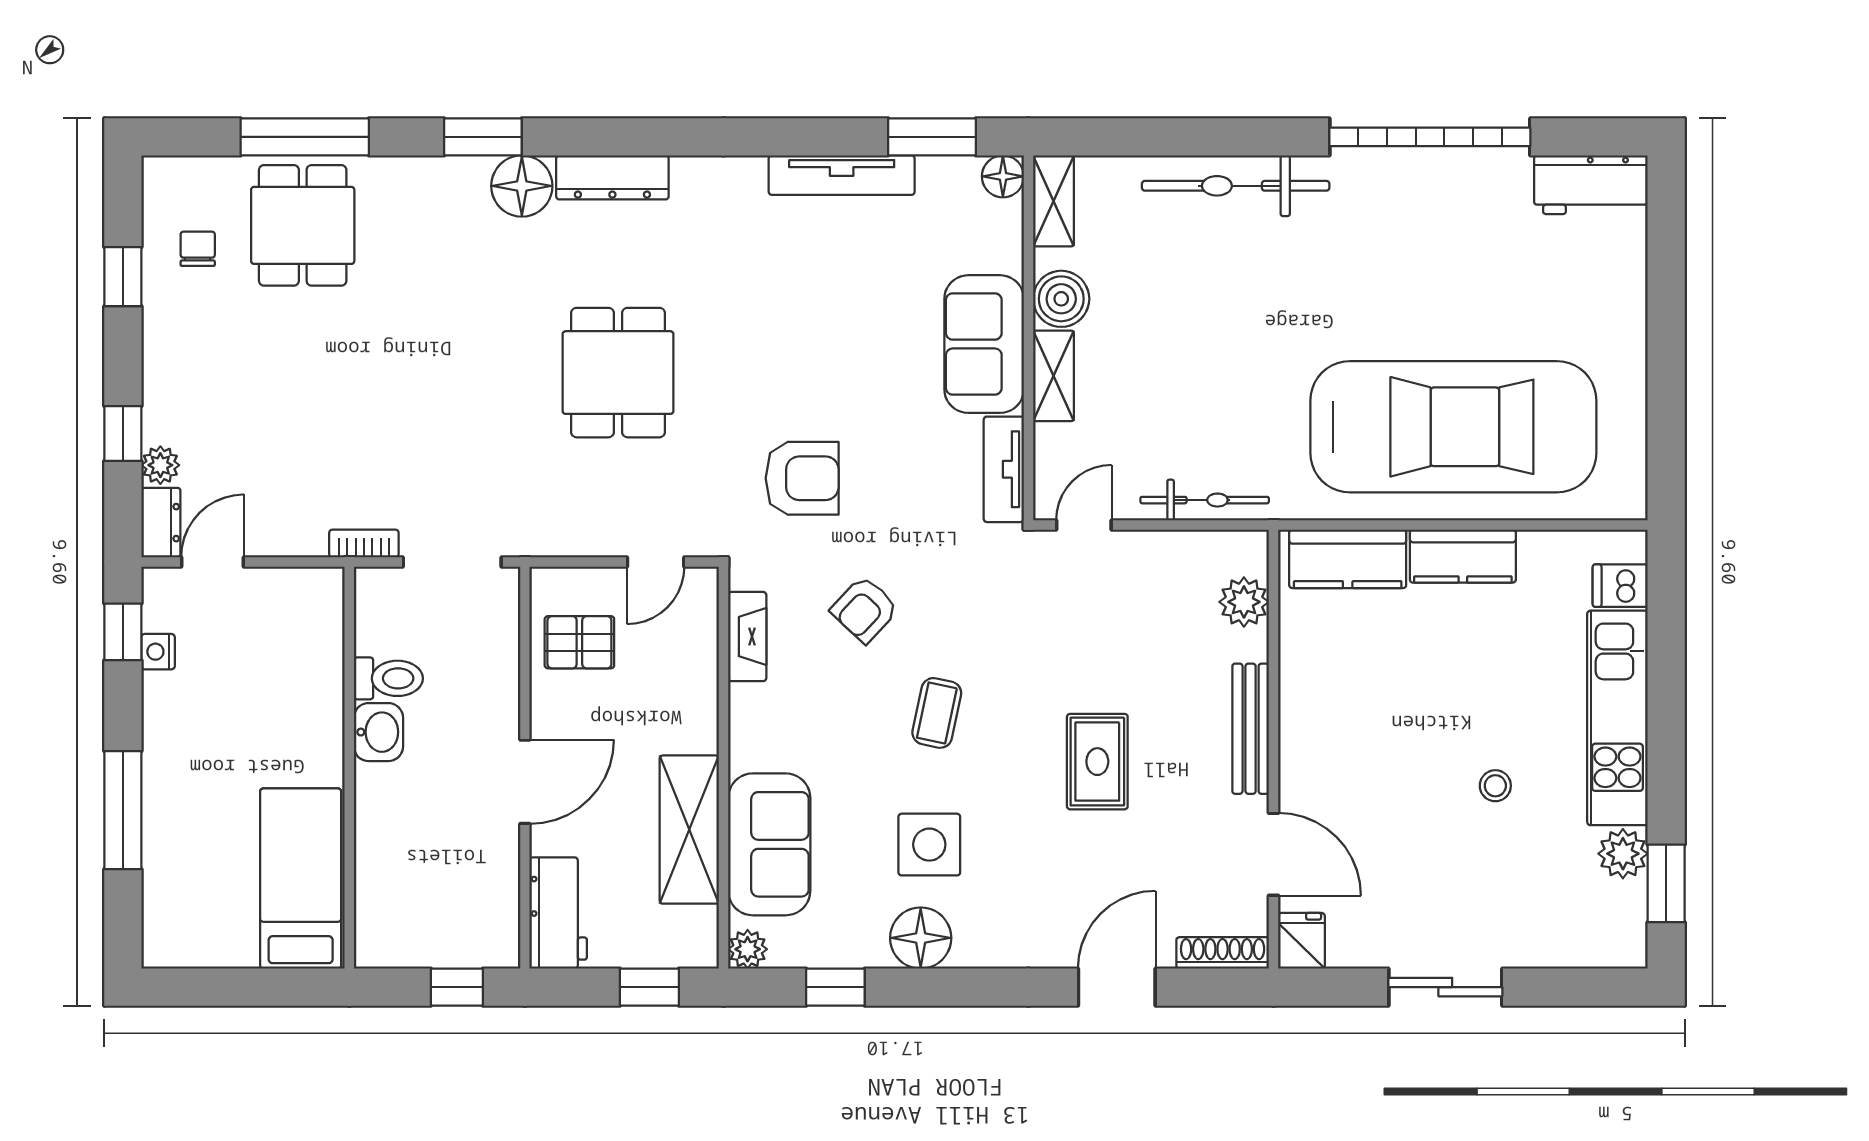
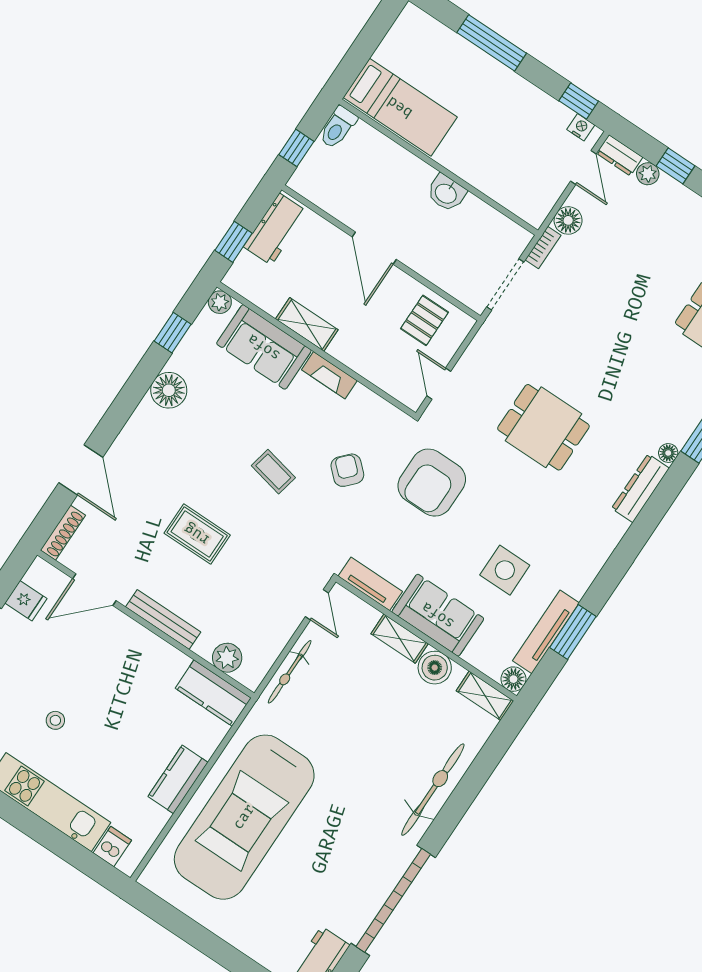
window: (932, 137) -> (573, 632), moved
tv unit: (842, 175) -> (546, 632), moved
floor lamp: (522, 186) -> (668, 453), width x0.53, depth x0.53
armchair: (802, 478) -> (432, 483), width x1.36, depth x1.36
floor lamp: (302, 534) -> (568, 220), added
kitchen counter: (1348, 559) -> (213, 693), moved, turned -90
fireplace: (747, 637) -> (329, 375), moved
nightstand: (158, 652) -> (581, 127), moved
toilet: (388, 678) -> (338, 127), moved
shelving: (689, 830) -> (307, 324), width x0.67, depth x0.75
side table: (929, 845) -> (505, 570), moved
workbench: (558, 913) -> (275, 229), moved, turned -90
fridge: (1301, 941) -> (26, 601), moved

